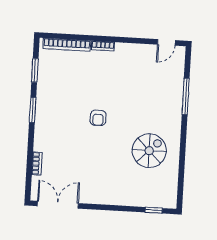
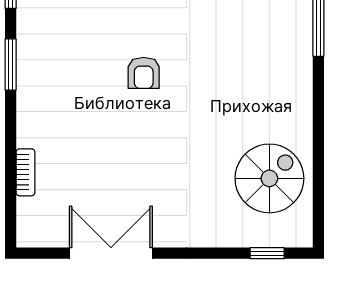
spiral stairs: (149, 151) -> (269, 178), moved
double door: (58, 205) -> (111, 253), moved

